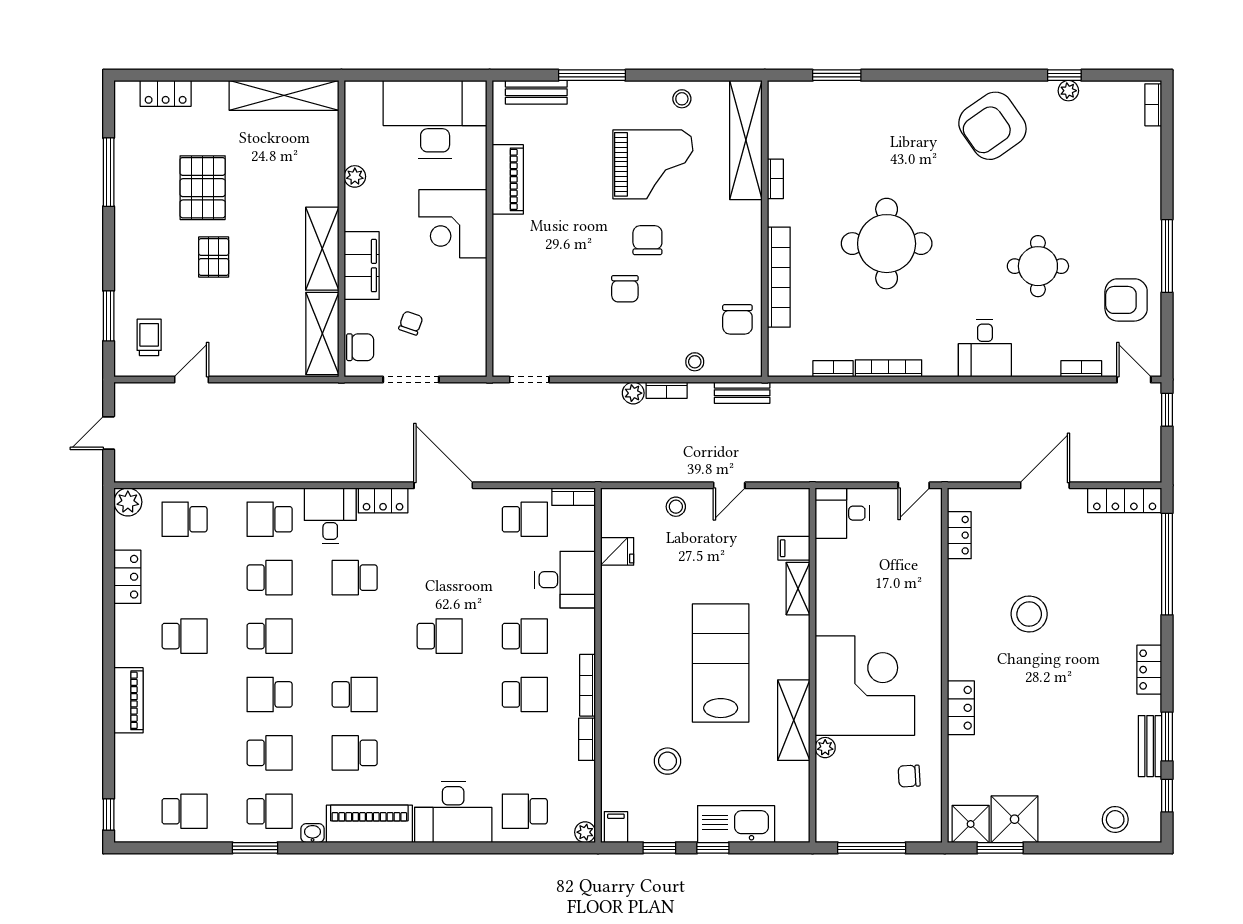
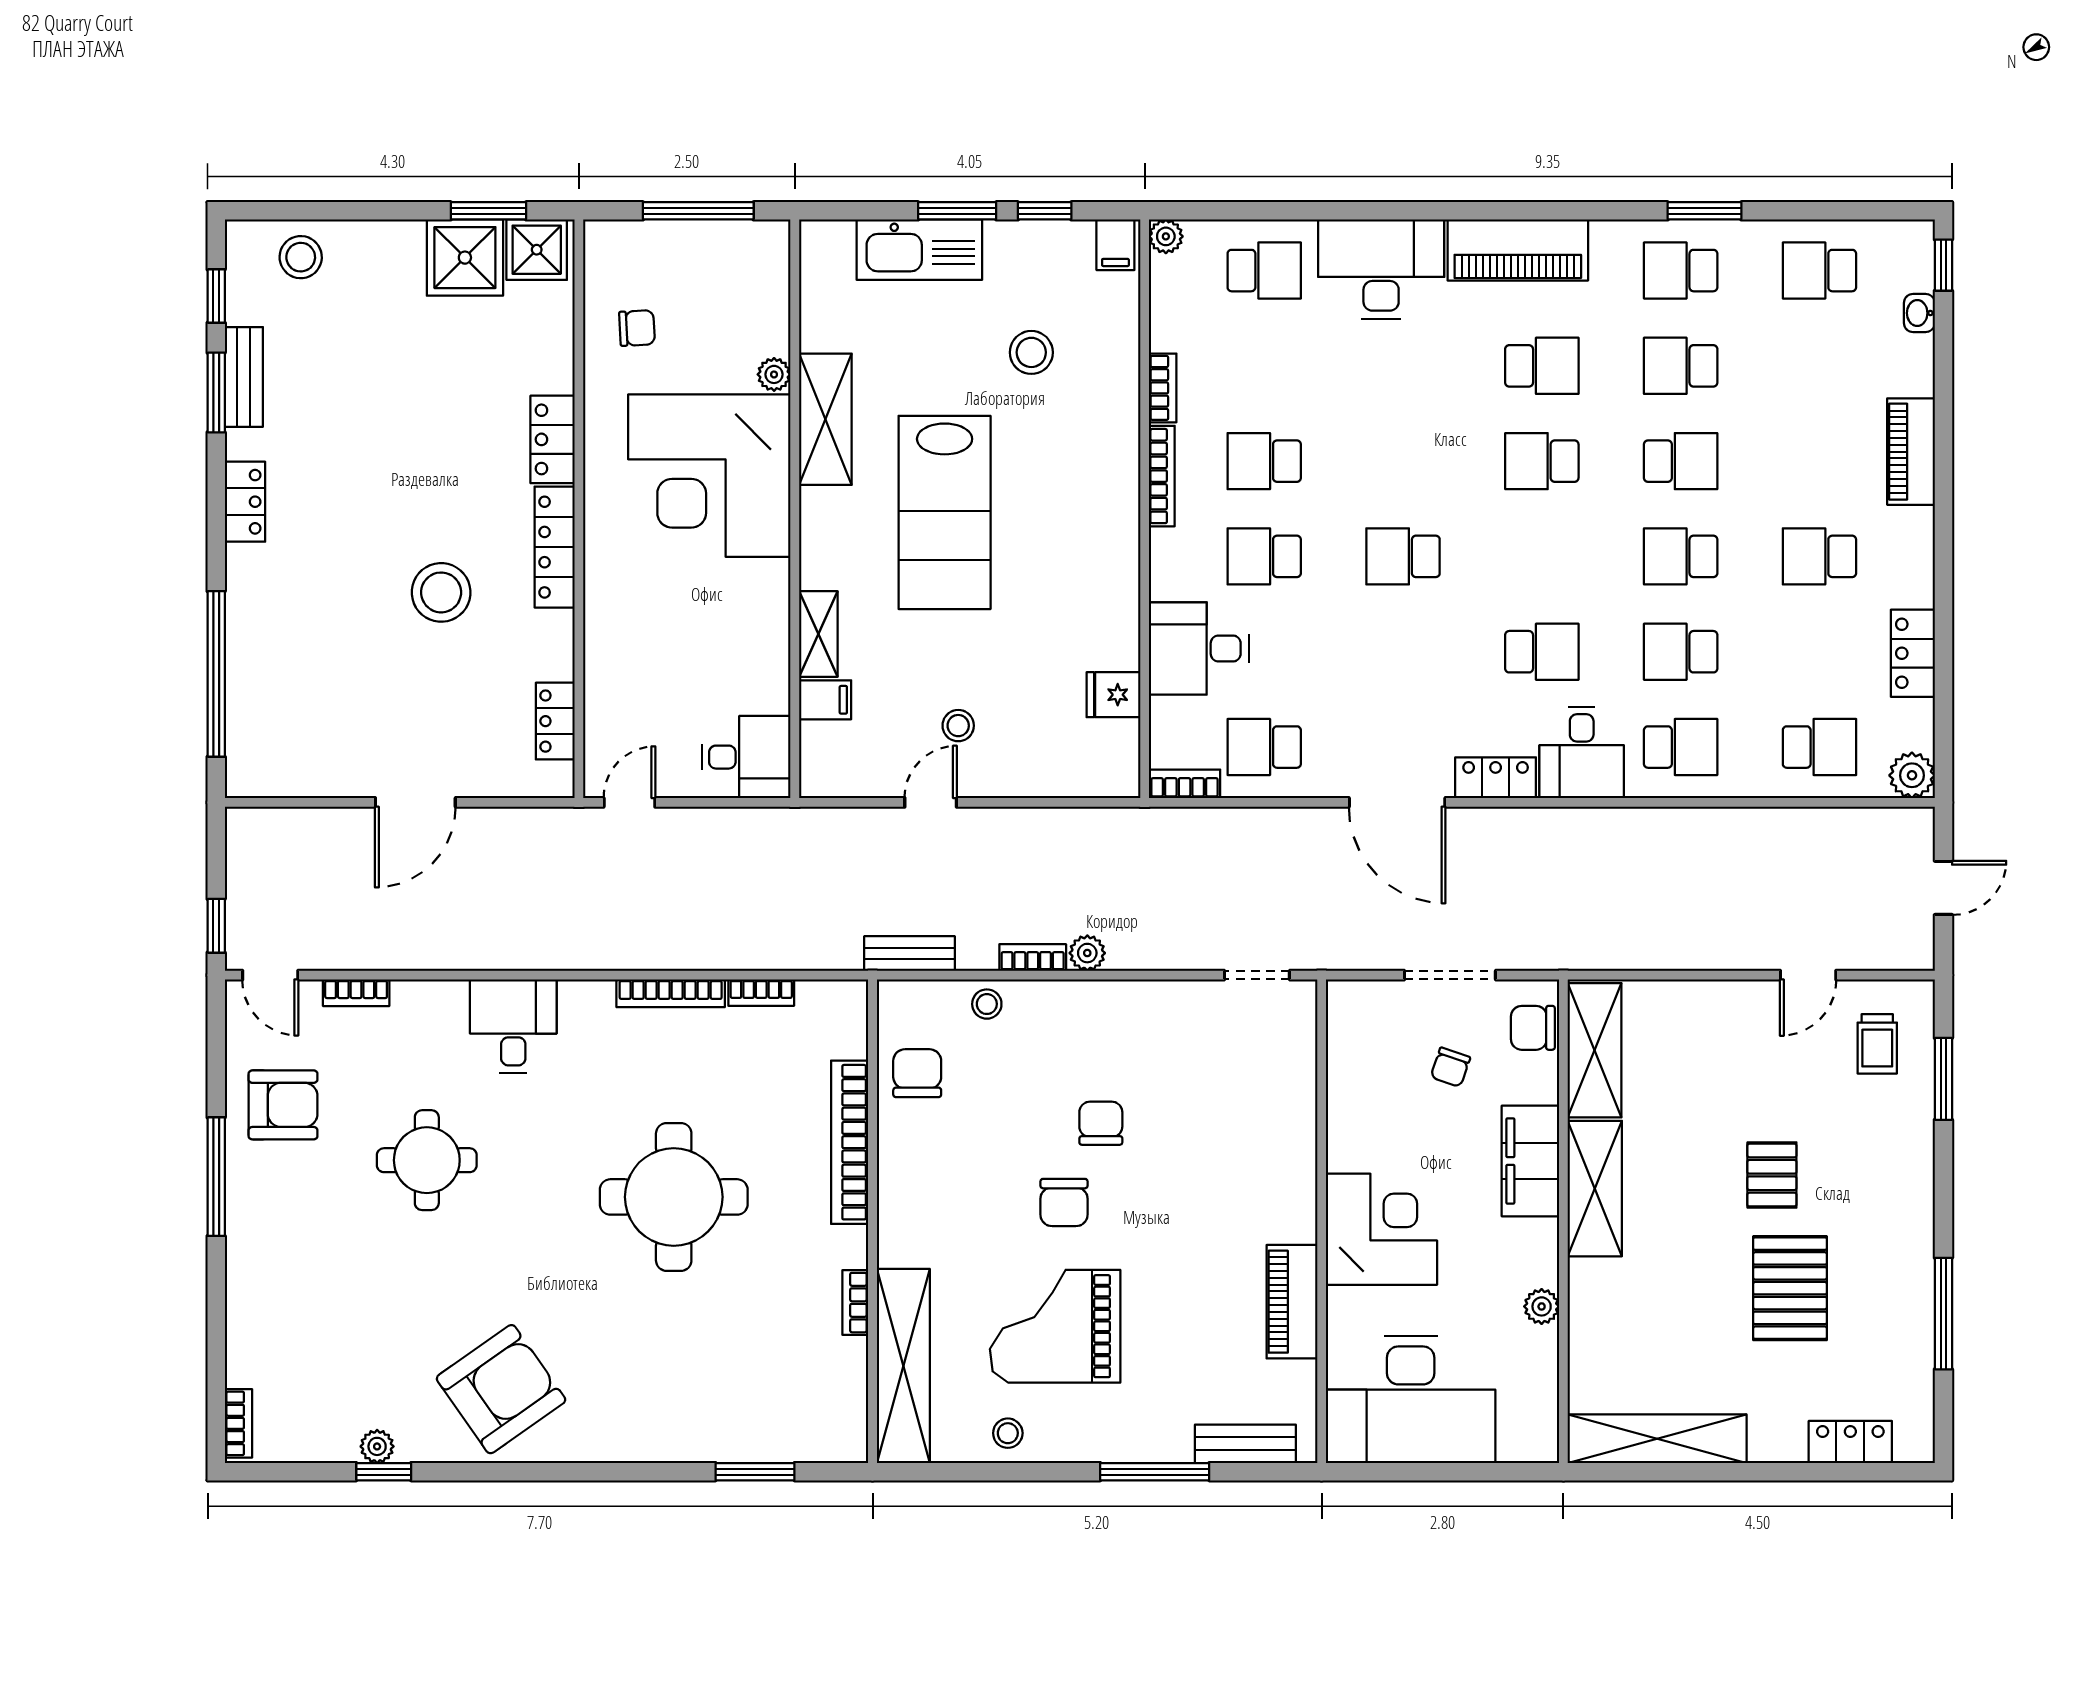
locker: (1125, 500) -> (555, 547), moved, turned -90
stool: (676, 507) -> (958, 726), moved
washbasin: (313, 833) -> (1919, 313), moved, turned 90
window: (713, 848) -> (957, 211), width x1.50

